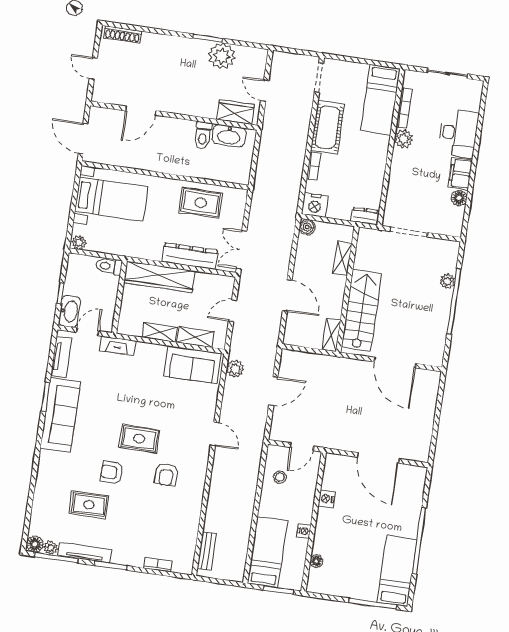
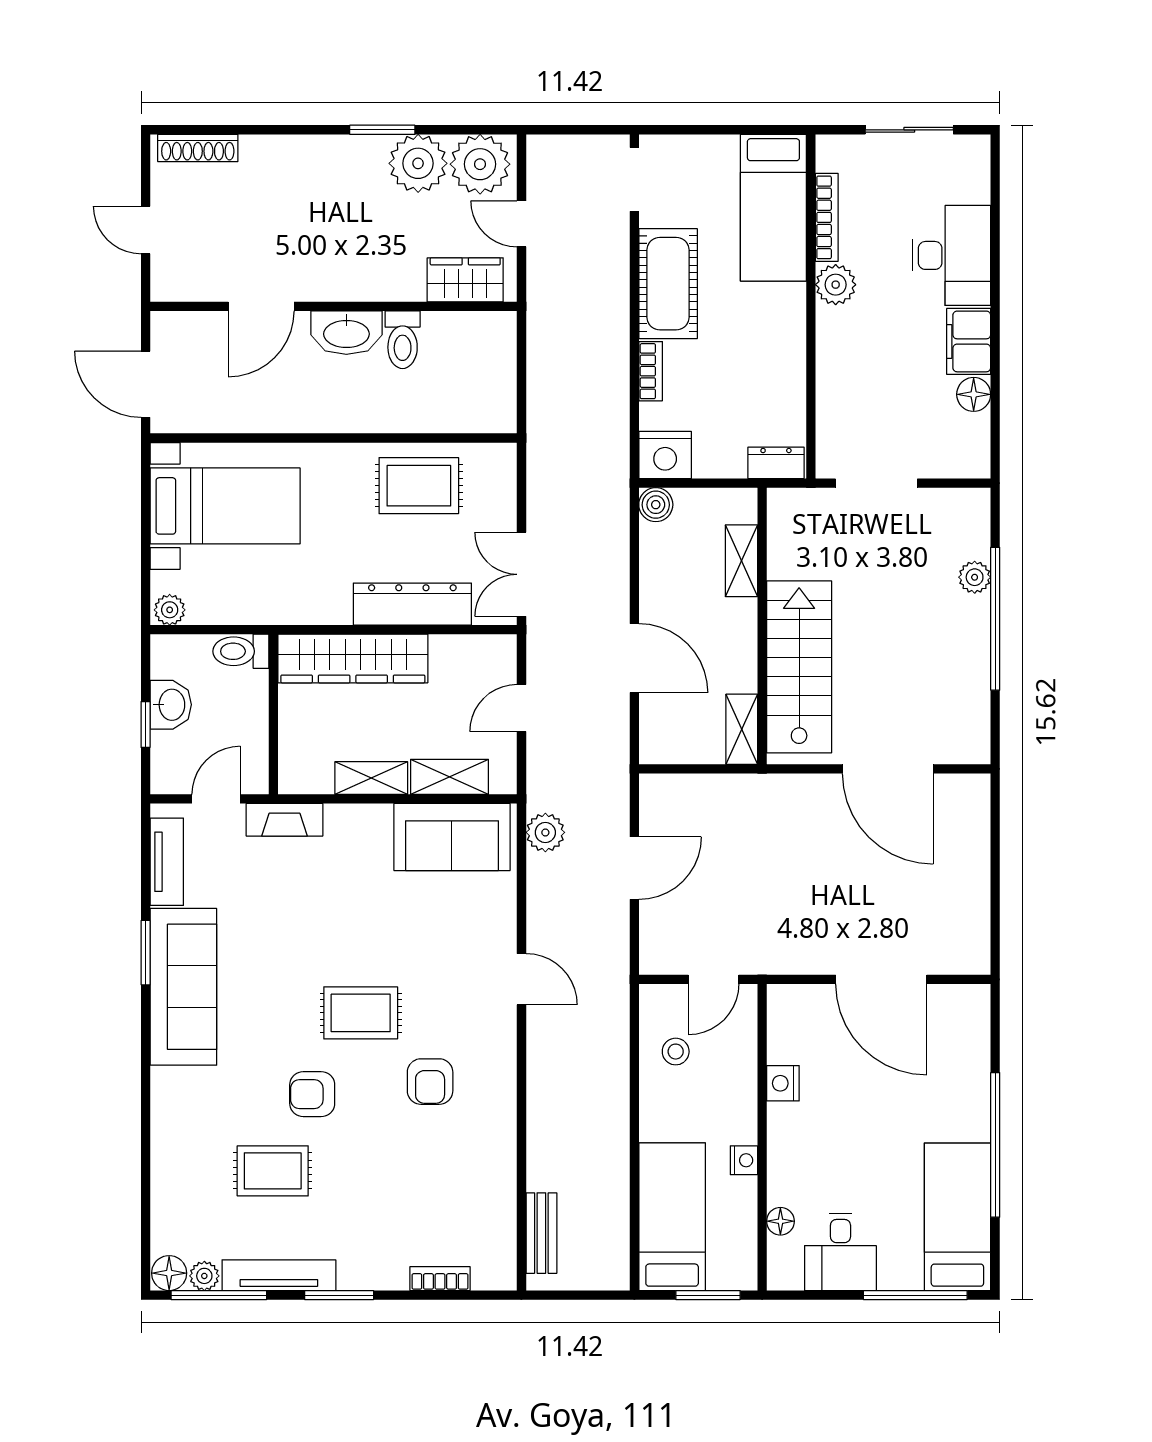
plant: (250, 61) -> (480, 164), added
washbasin: (229, 136) -> (346, 333), moved
washbasin: (70, 311) -> (171, 705), moved, width x0.72
desk: (342, 579) -> (840, 1252), added

